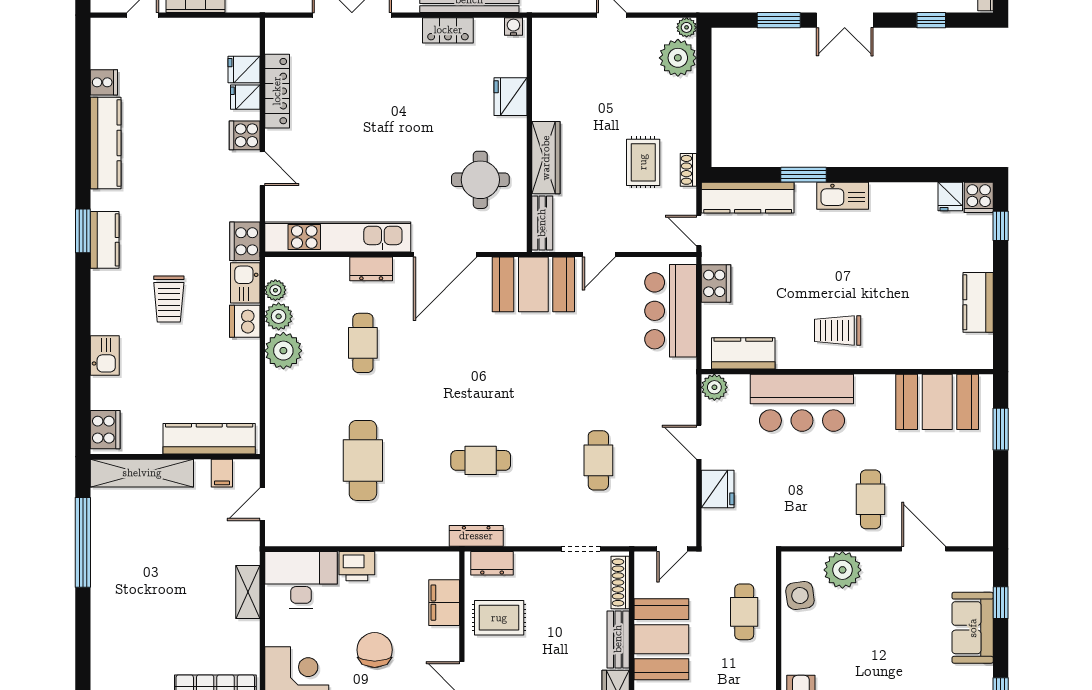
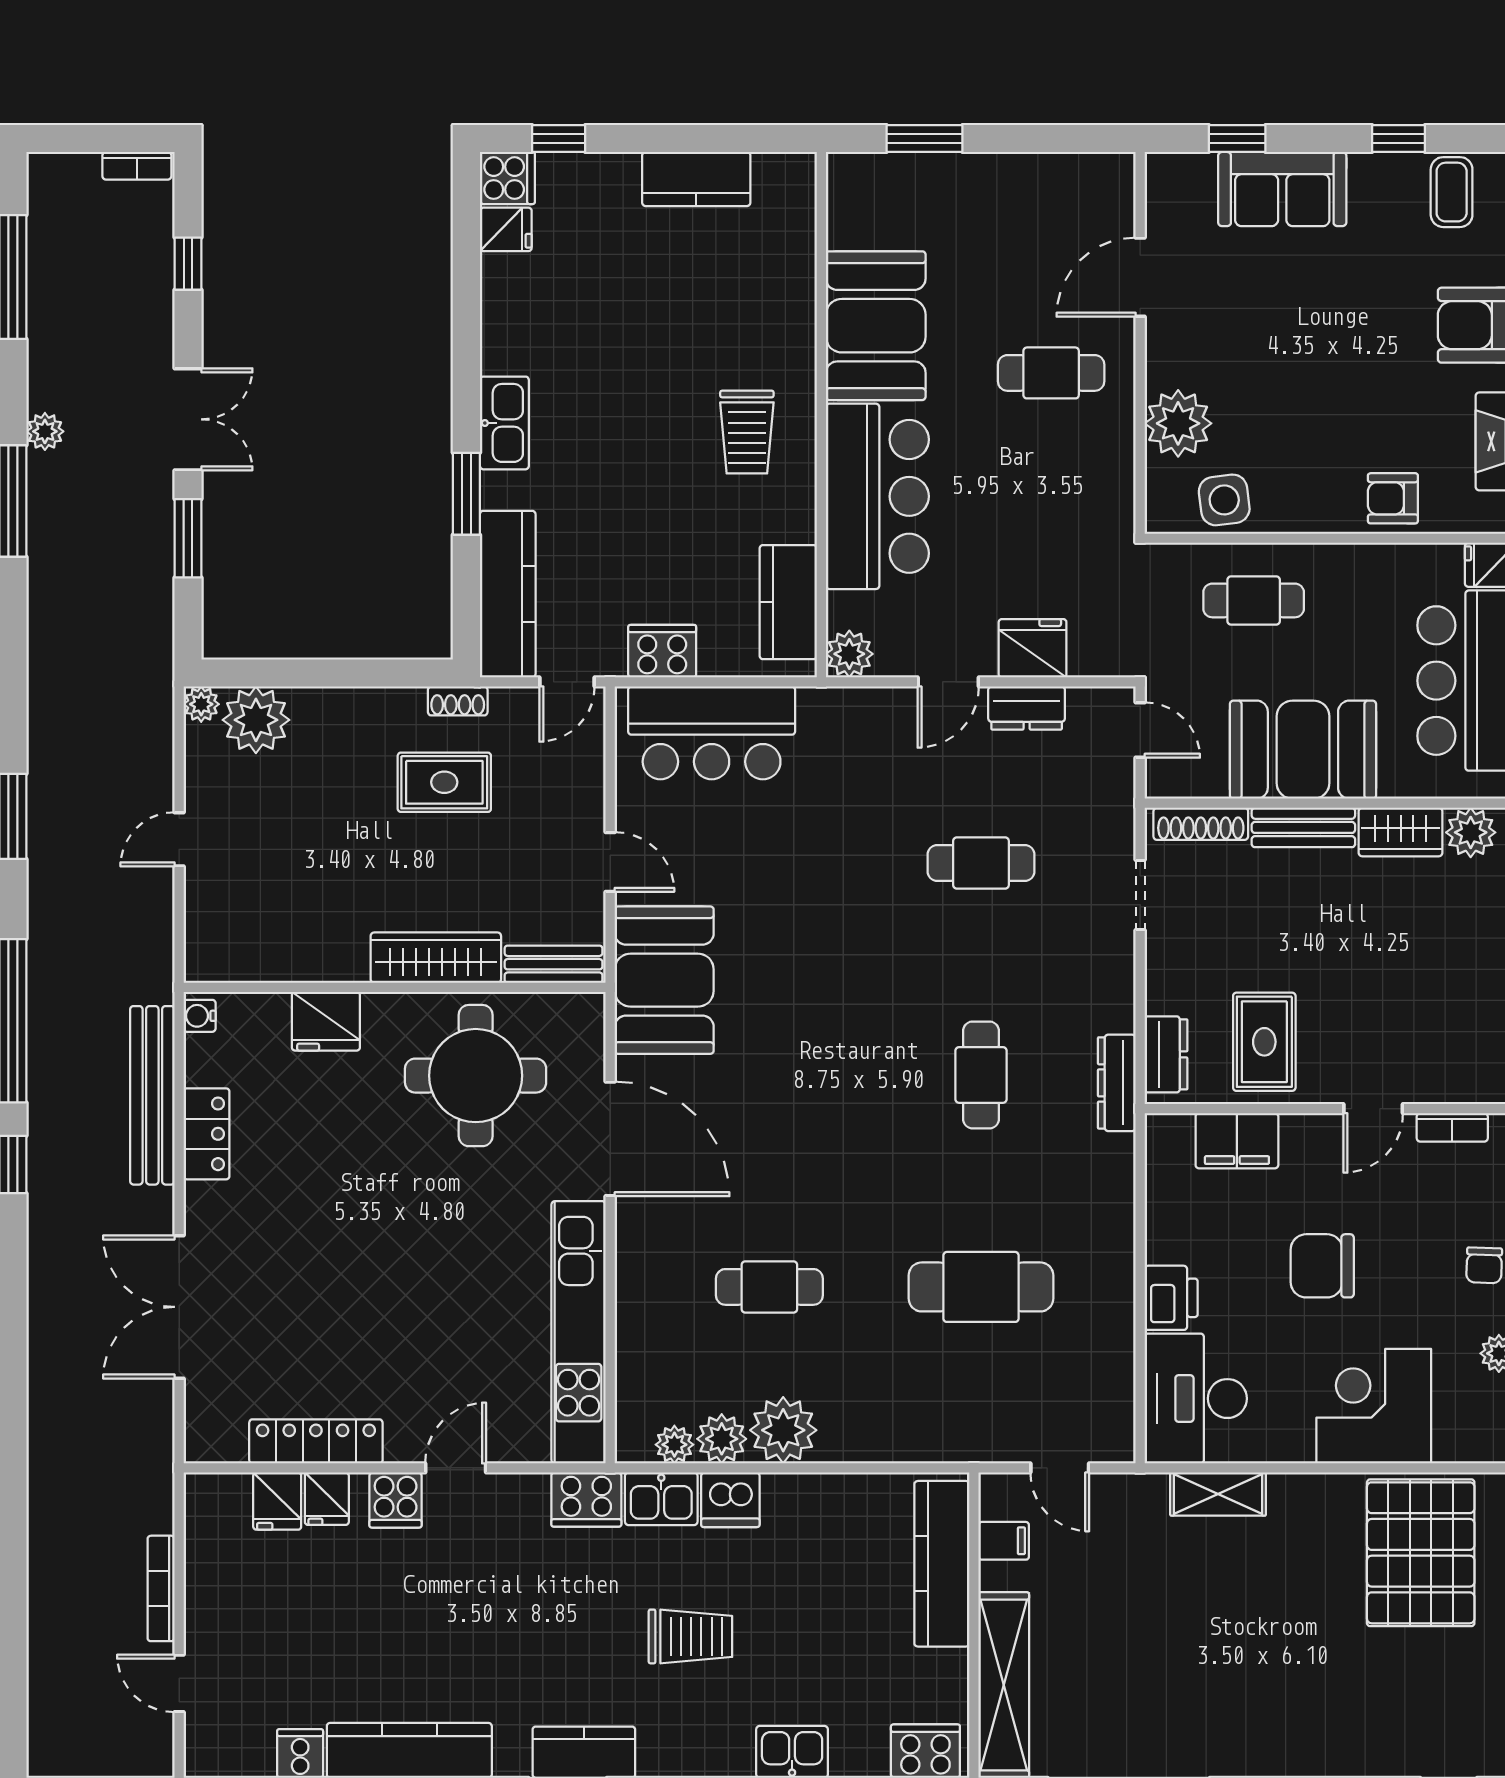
round table: (480, 180) -> (476, 1076), width x1.36, depth x1.36
dresser: (371, 269) -> (1027, 708), moved, turned 90
booth: (937, 402) -> (876, 326), moved

